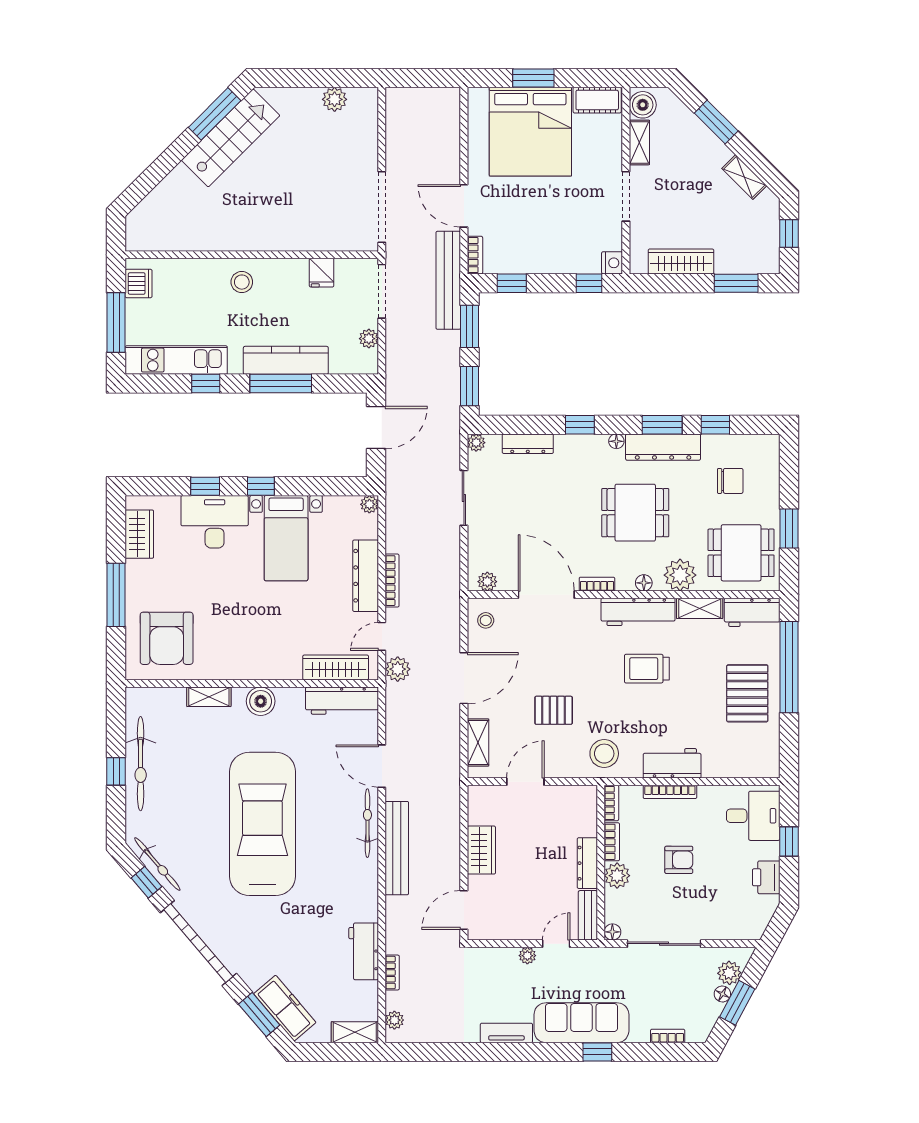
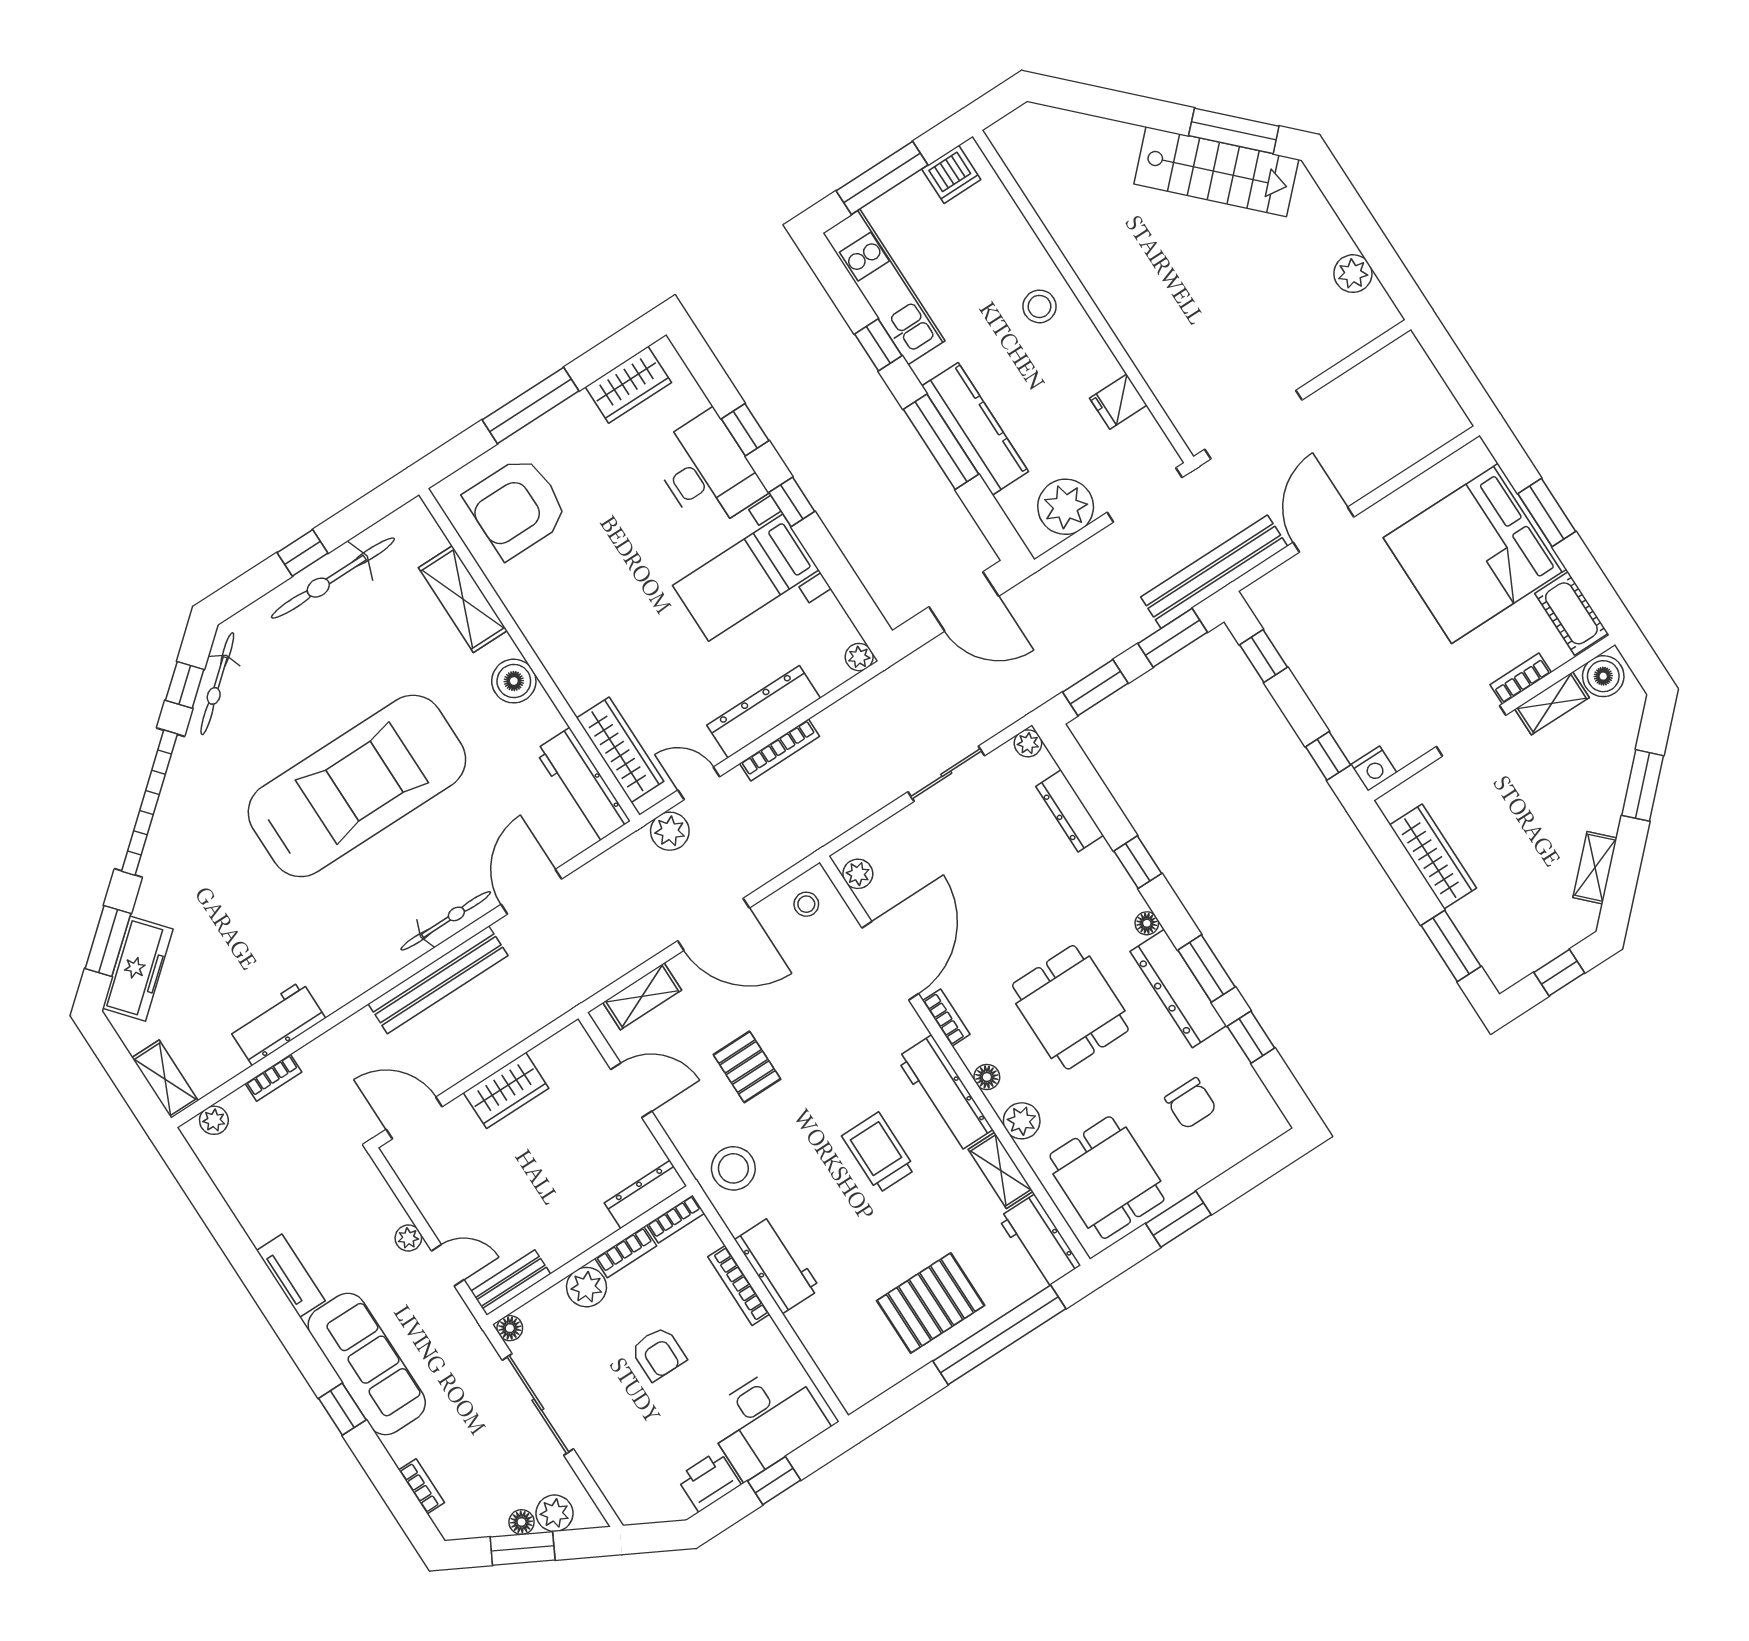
bookcase: (475, 255) -> (1521, 679), moved, turned 180
plant: (369, 339) -> (1066, 507), width x1.87, depth x1.87
plant: (680, 575) -> (1022, 1121), width x0.73, depth x0.73
shelving: (209, 697) -> (463, 599), width x1.50, depth x1.33
desk: (753, 816) -> (766, 1421), width x1.37
dresser: (587, 863) -> (646, 1194), moved

